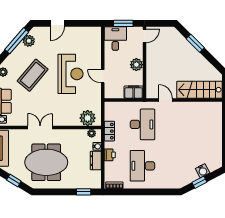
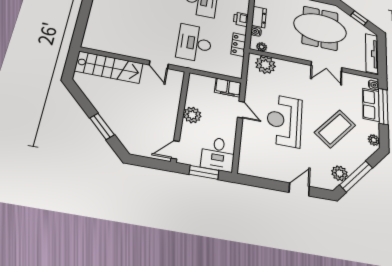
filing cabinet: (134, 92) -> (228, 88), moved

